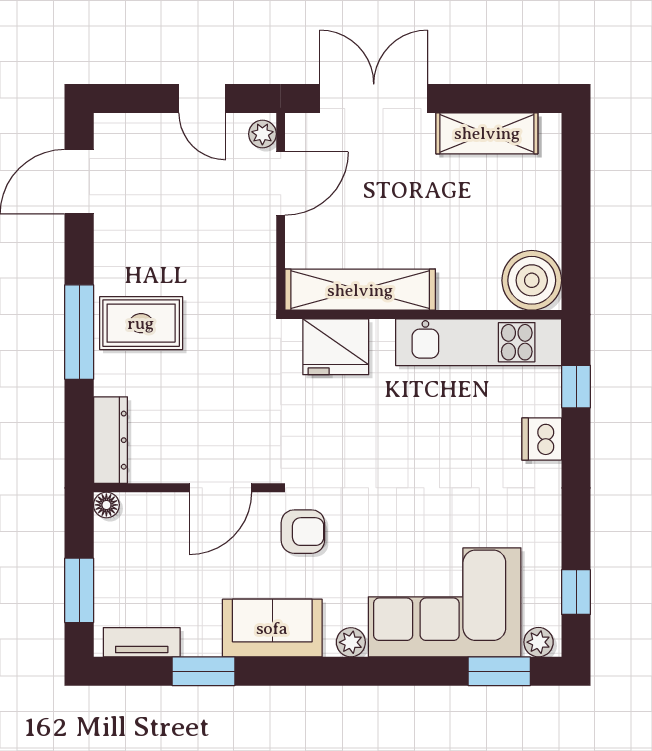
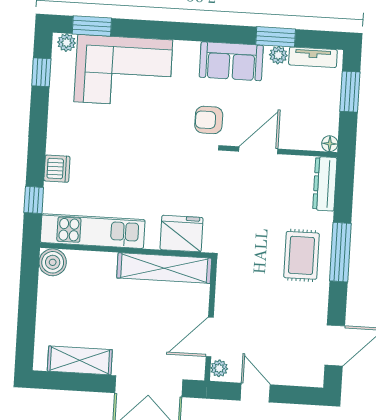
boiler: (532, 280) -> (53, 262), width x0.73, depth x0.73
rug: (141, 323) -> (301, 255), turned 90
plant: (351, 642) -> (278, 55), moved

